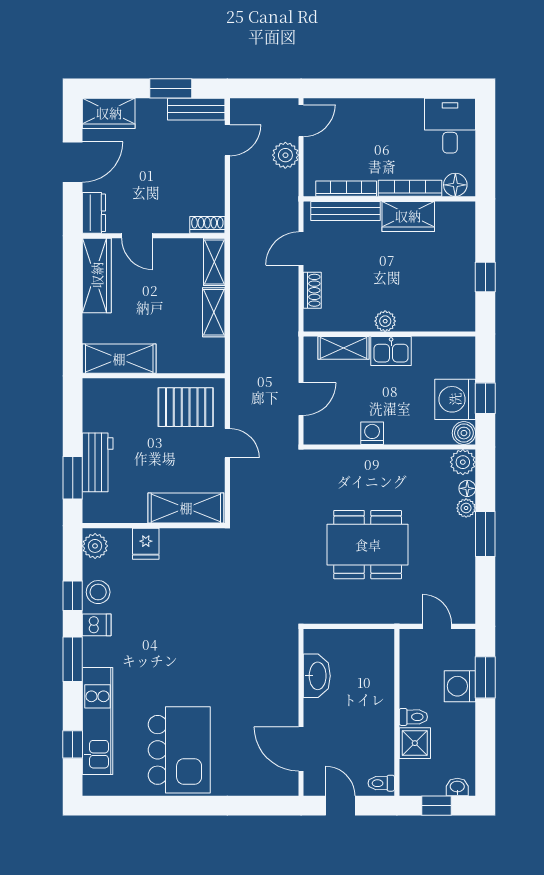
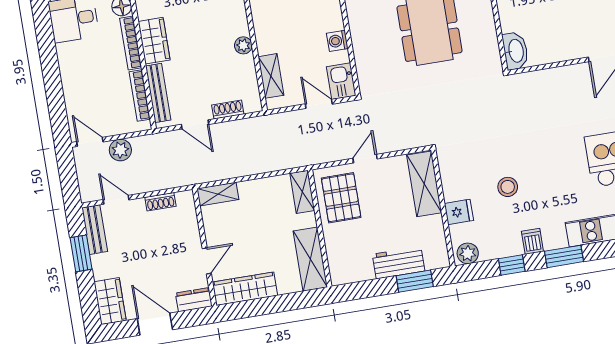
shoe rack: (207, 225) -> (160, 202), moved, turned -90
shelving: (214, 312) -> (302, 192), moved, turned 90
kitchen sink: (391, 351) -> (341, 81), moved, turned 180
stool: (98, 592) -> (508, 187), moved
washbasin: (317, 676) -> (515, 51), moved, turned 90

